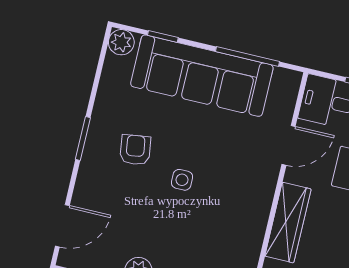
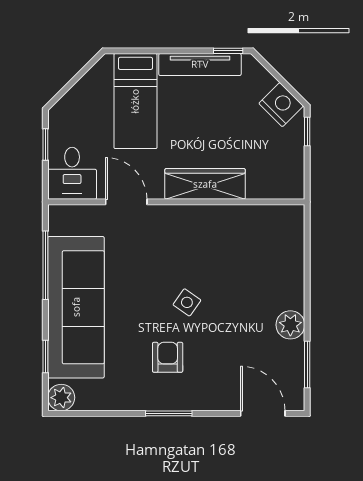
armchair: (135, 150) -> (168, 357), turned 98
side table: (182, 180) -> (187, 302), turned 35

